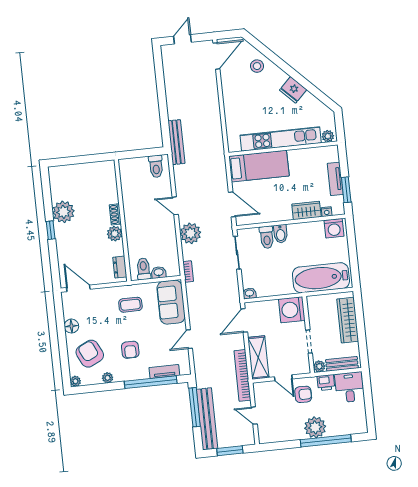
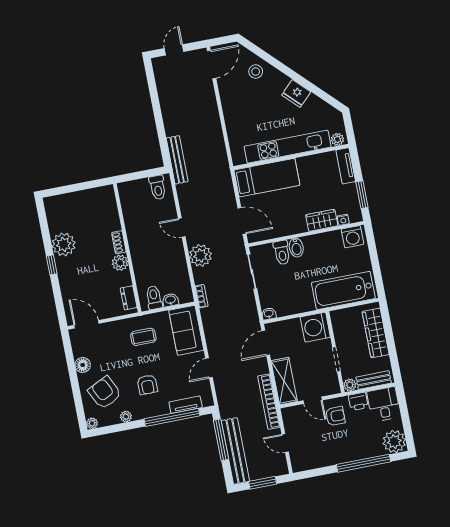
tv unit: (335, 179) -> (346, 166), moved
plant: (315, 427) -> (394, 442), moved

